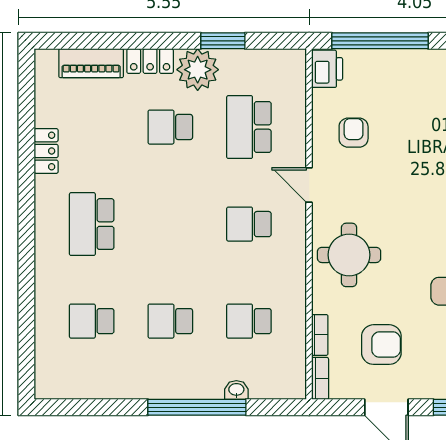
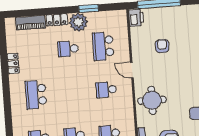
armchair: (354, 133) -> (162, 46), moved

